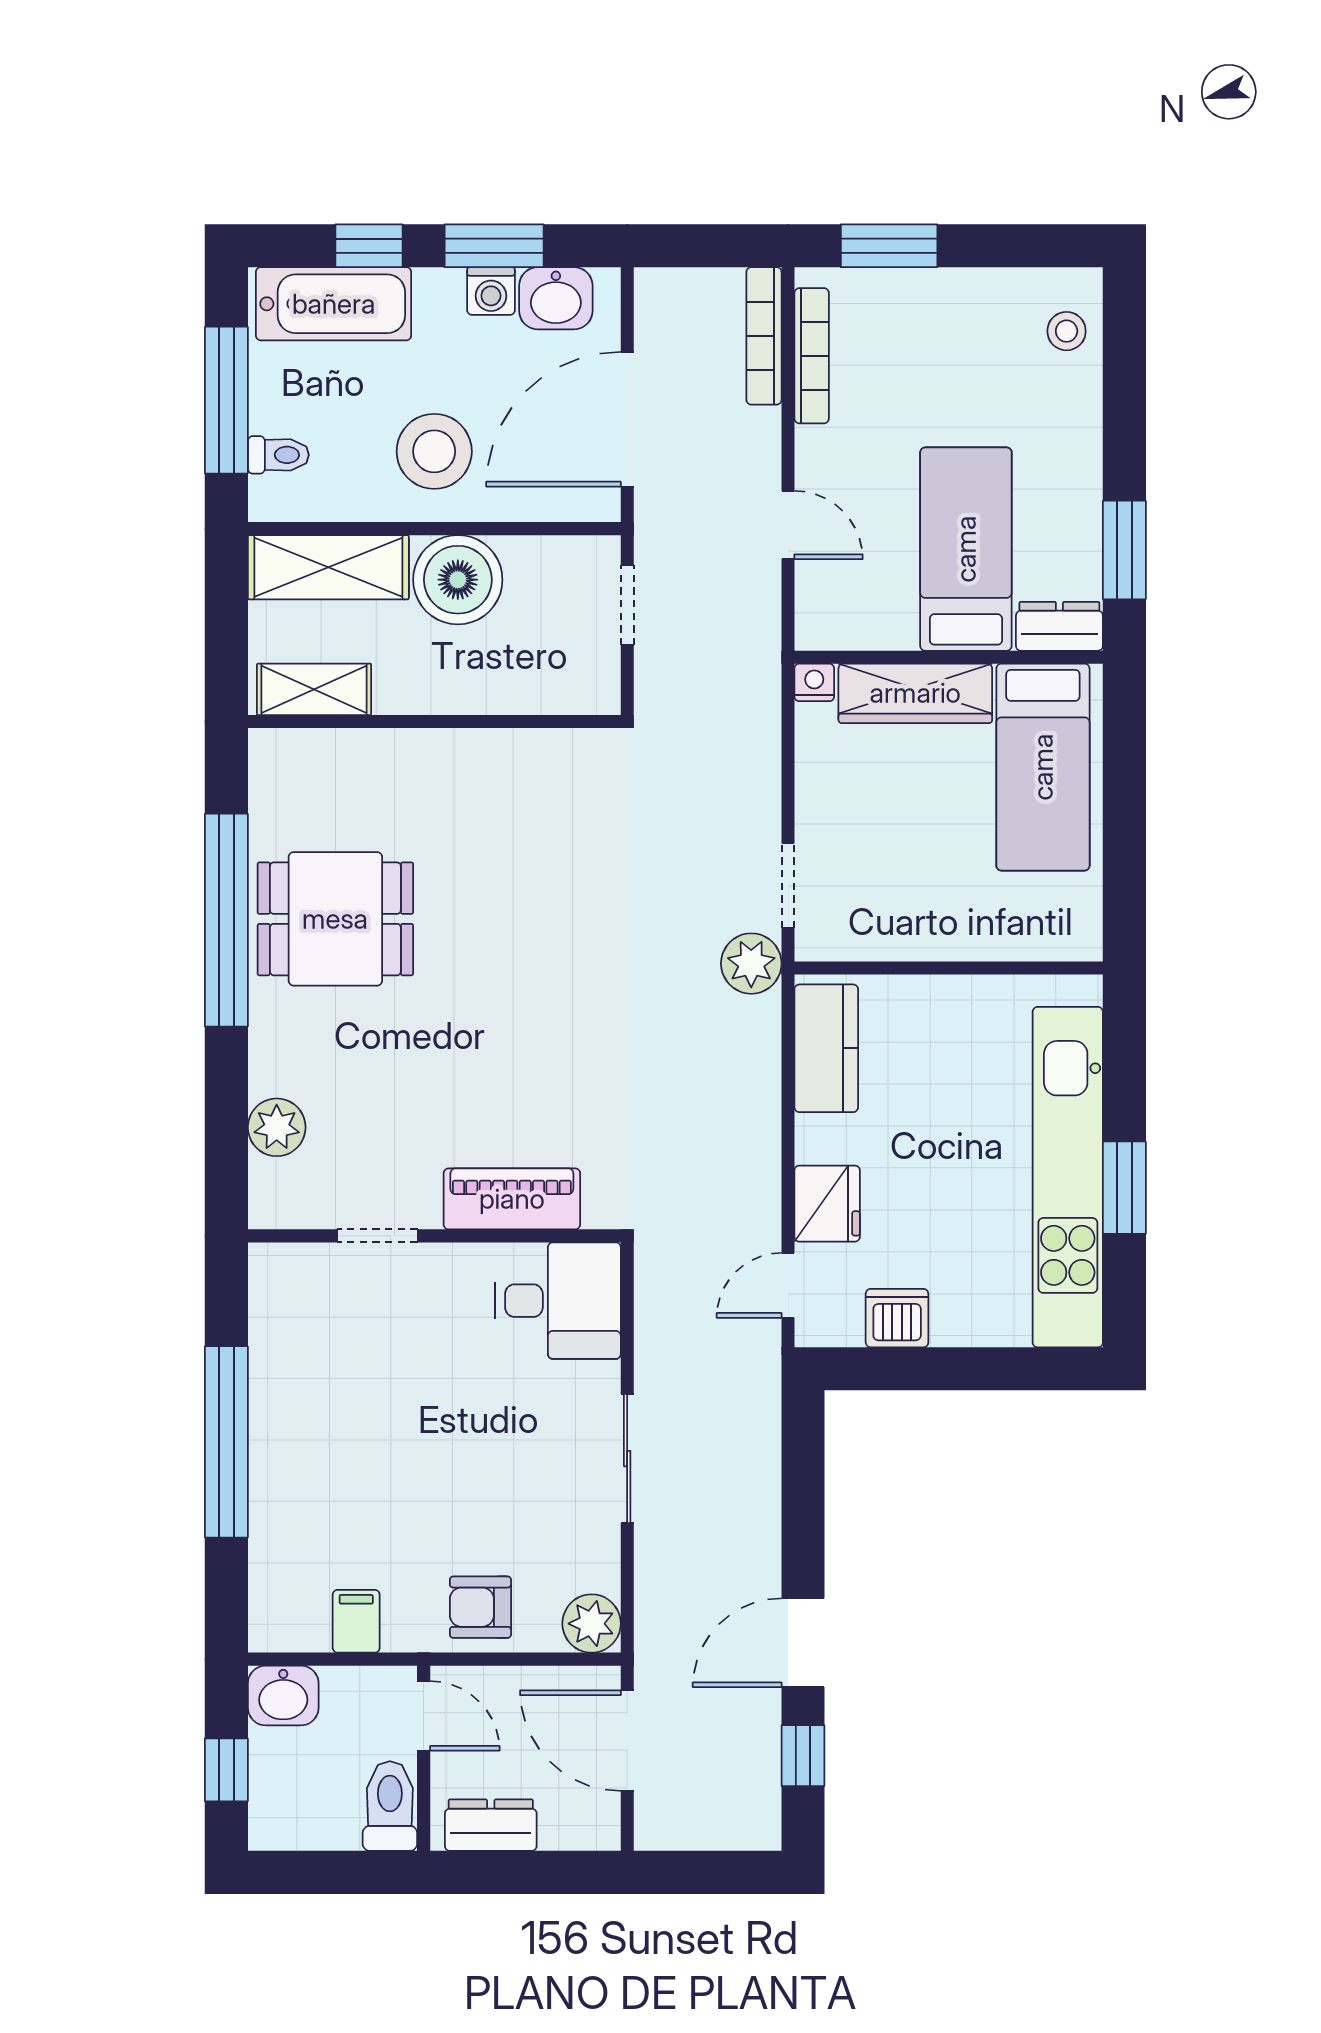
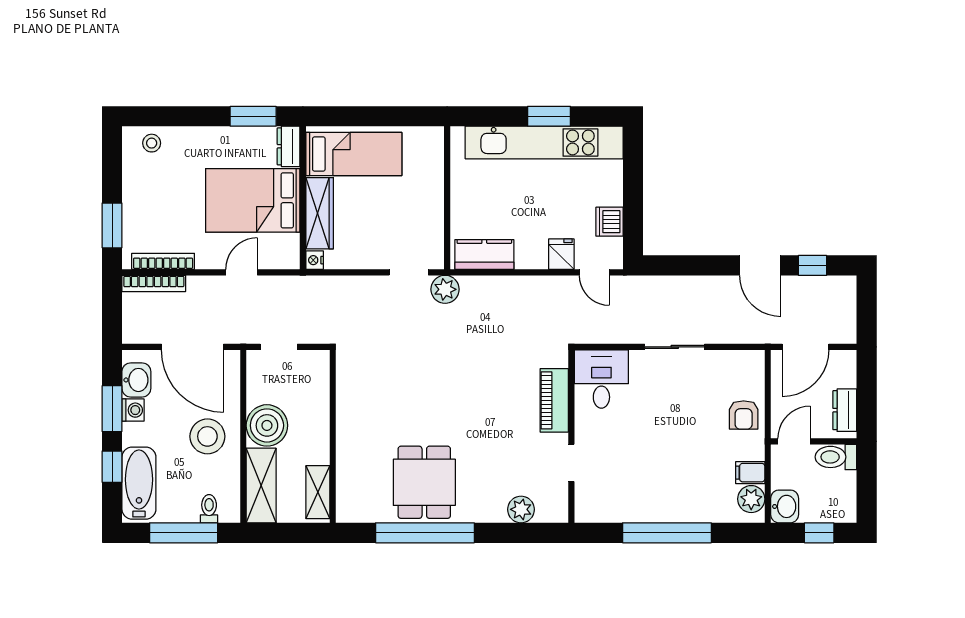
bed: (966, 549) -> (253, 200), width x1.50
fridge: (827, 1204) -> (561, 254), width x0.72
plant: (592, 1624) -> (751, 499), moved

